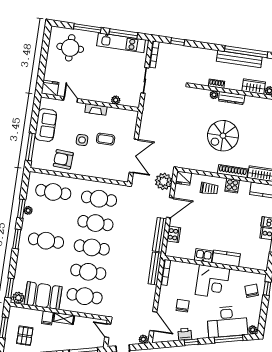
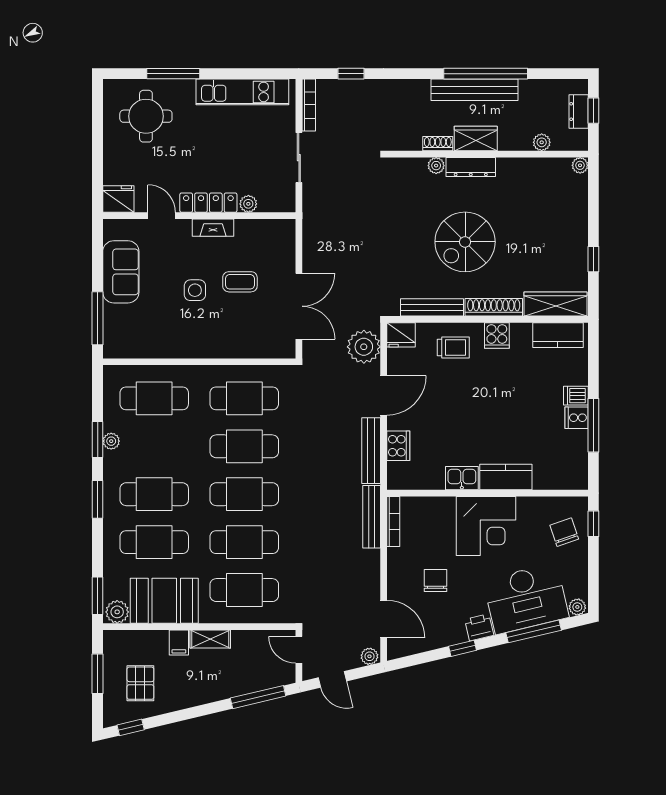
window: (123, 34) -> (244, 74), removed
wardrobe: (254, 87) -> (476, 139), moved
locker: (95, 96) -> (208, 203), added
armchair: (63, 159) -> (164, 333), removed
bench: (201, 167) -> (432, 307), added
cafe table: (42, 265) -> (154, 542), added
printer: (185, 334) -> (479, 627), moved

